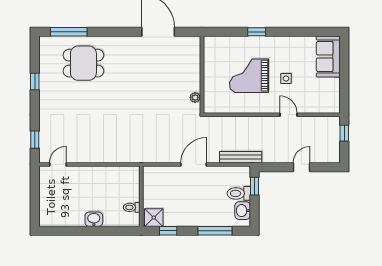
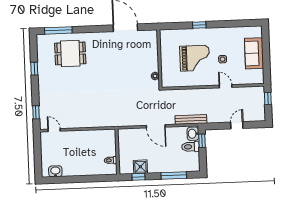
sofa: (328, 57) -> (254, 53), moved
grand piano: (249, 76) -> (195, 58), turned 180
door: (58, 164) -> (54, 130), hinge flipped
door: (194, 164) -> (156, 126), swing flipped
washbasin: (243, 211) -> (193, 134), moved
shower: (154, 218) -> (140, 167), moved
washbasin: (94, 219) -> (55, 171), moved

